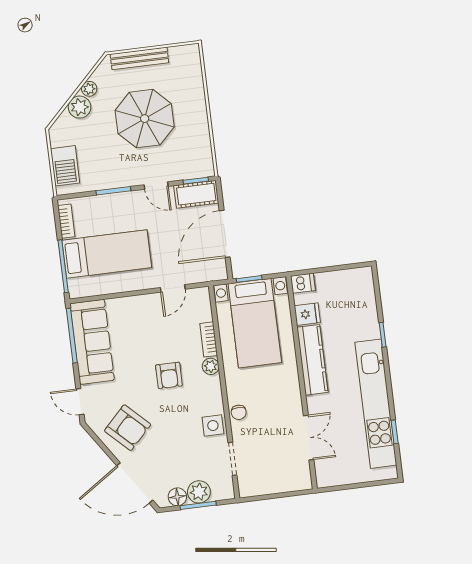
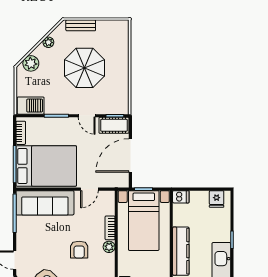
bench: (139, 58) -> (81, 25), width x0.73
plant: (80, 107) -> (31, 63), moved
barbecue: (65, 166) -> (31, 106), moved, turned -90
bed: (107, 254) -> (46, 166), width x1.50
fridge: (307, 314) -> (217, 199), moved, turned 90
sofa: (92, 342) -> (45, 203), moved, turned 90

